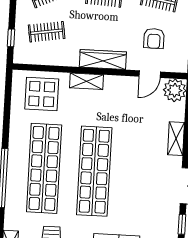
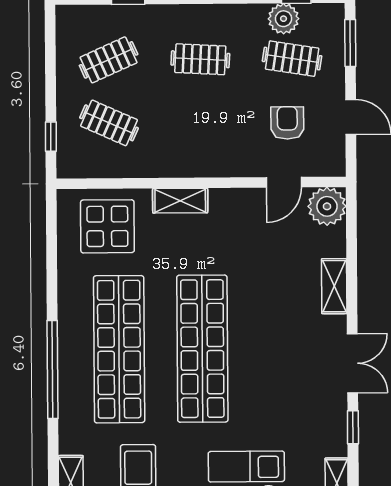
clothes rail: (47, 32) -> (109, 123), turned 33
armchair: (154, 38) -> (287, 123), turned 180
wardrobe: (103, 59) -> (205, 163), removed

